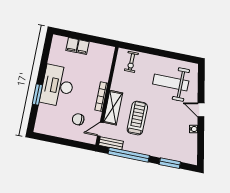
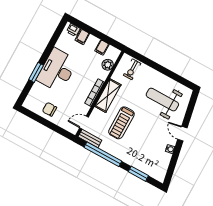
printer: (61, 41) -> (73, 30), added
filing cabinet: (83, 47) -> (102, 47), moved
plant: (106, 65) -> (108, 65), added
shelving: (113, 108) -> (108, 96), moved
treadmill: (137, 118) -> (121, 123), turned 180
chair: (78, 119) -> (49, 109), moved

